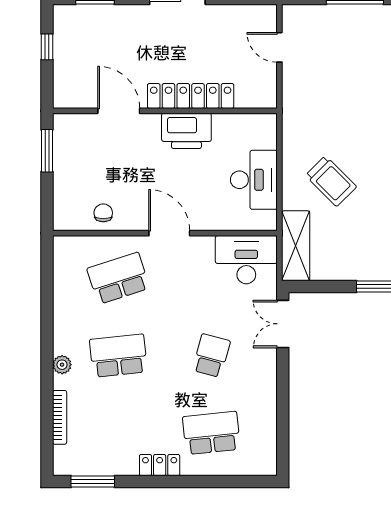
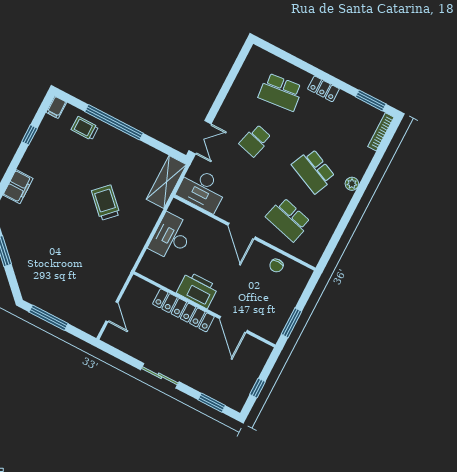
trolley: (331, 181) -> (106, 203), moved
school desk: (118, 278) -> (288, 220), turned 33
school desk: (118, 356) -> (314, 171), turned 30
bookcase: (60, 417) -> (381, 132), moved

